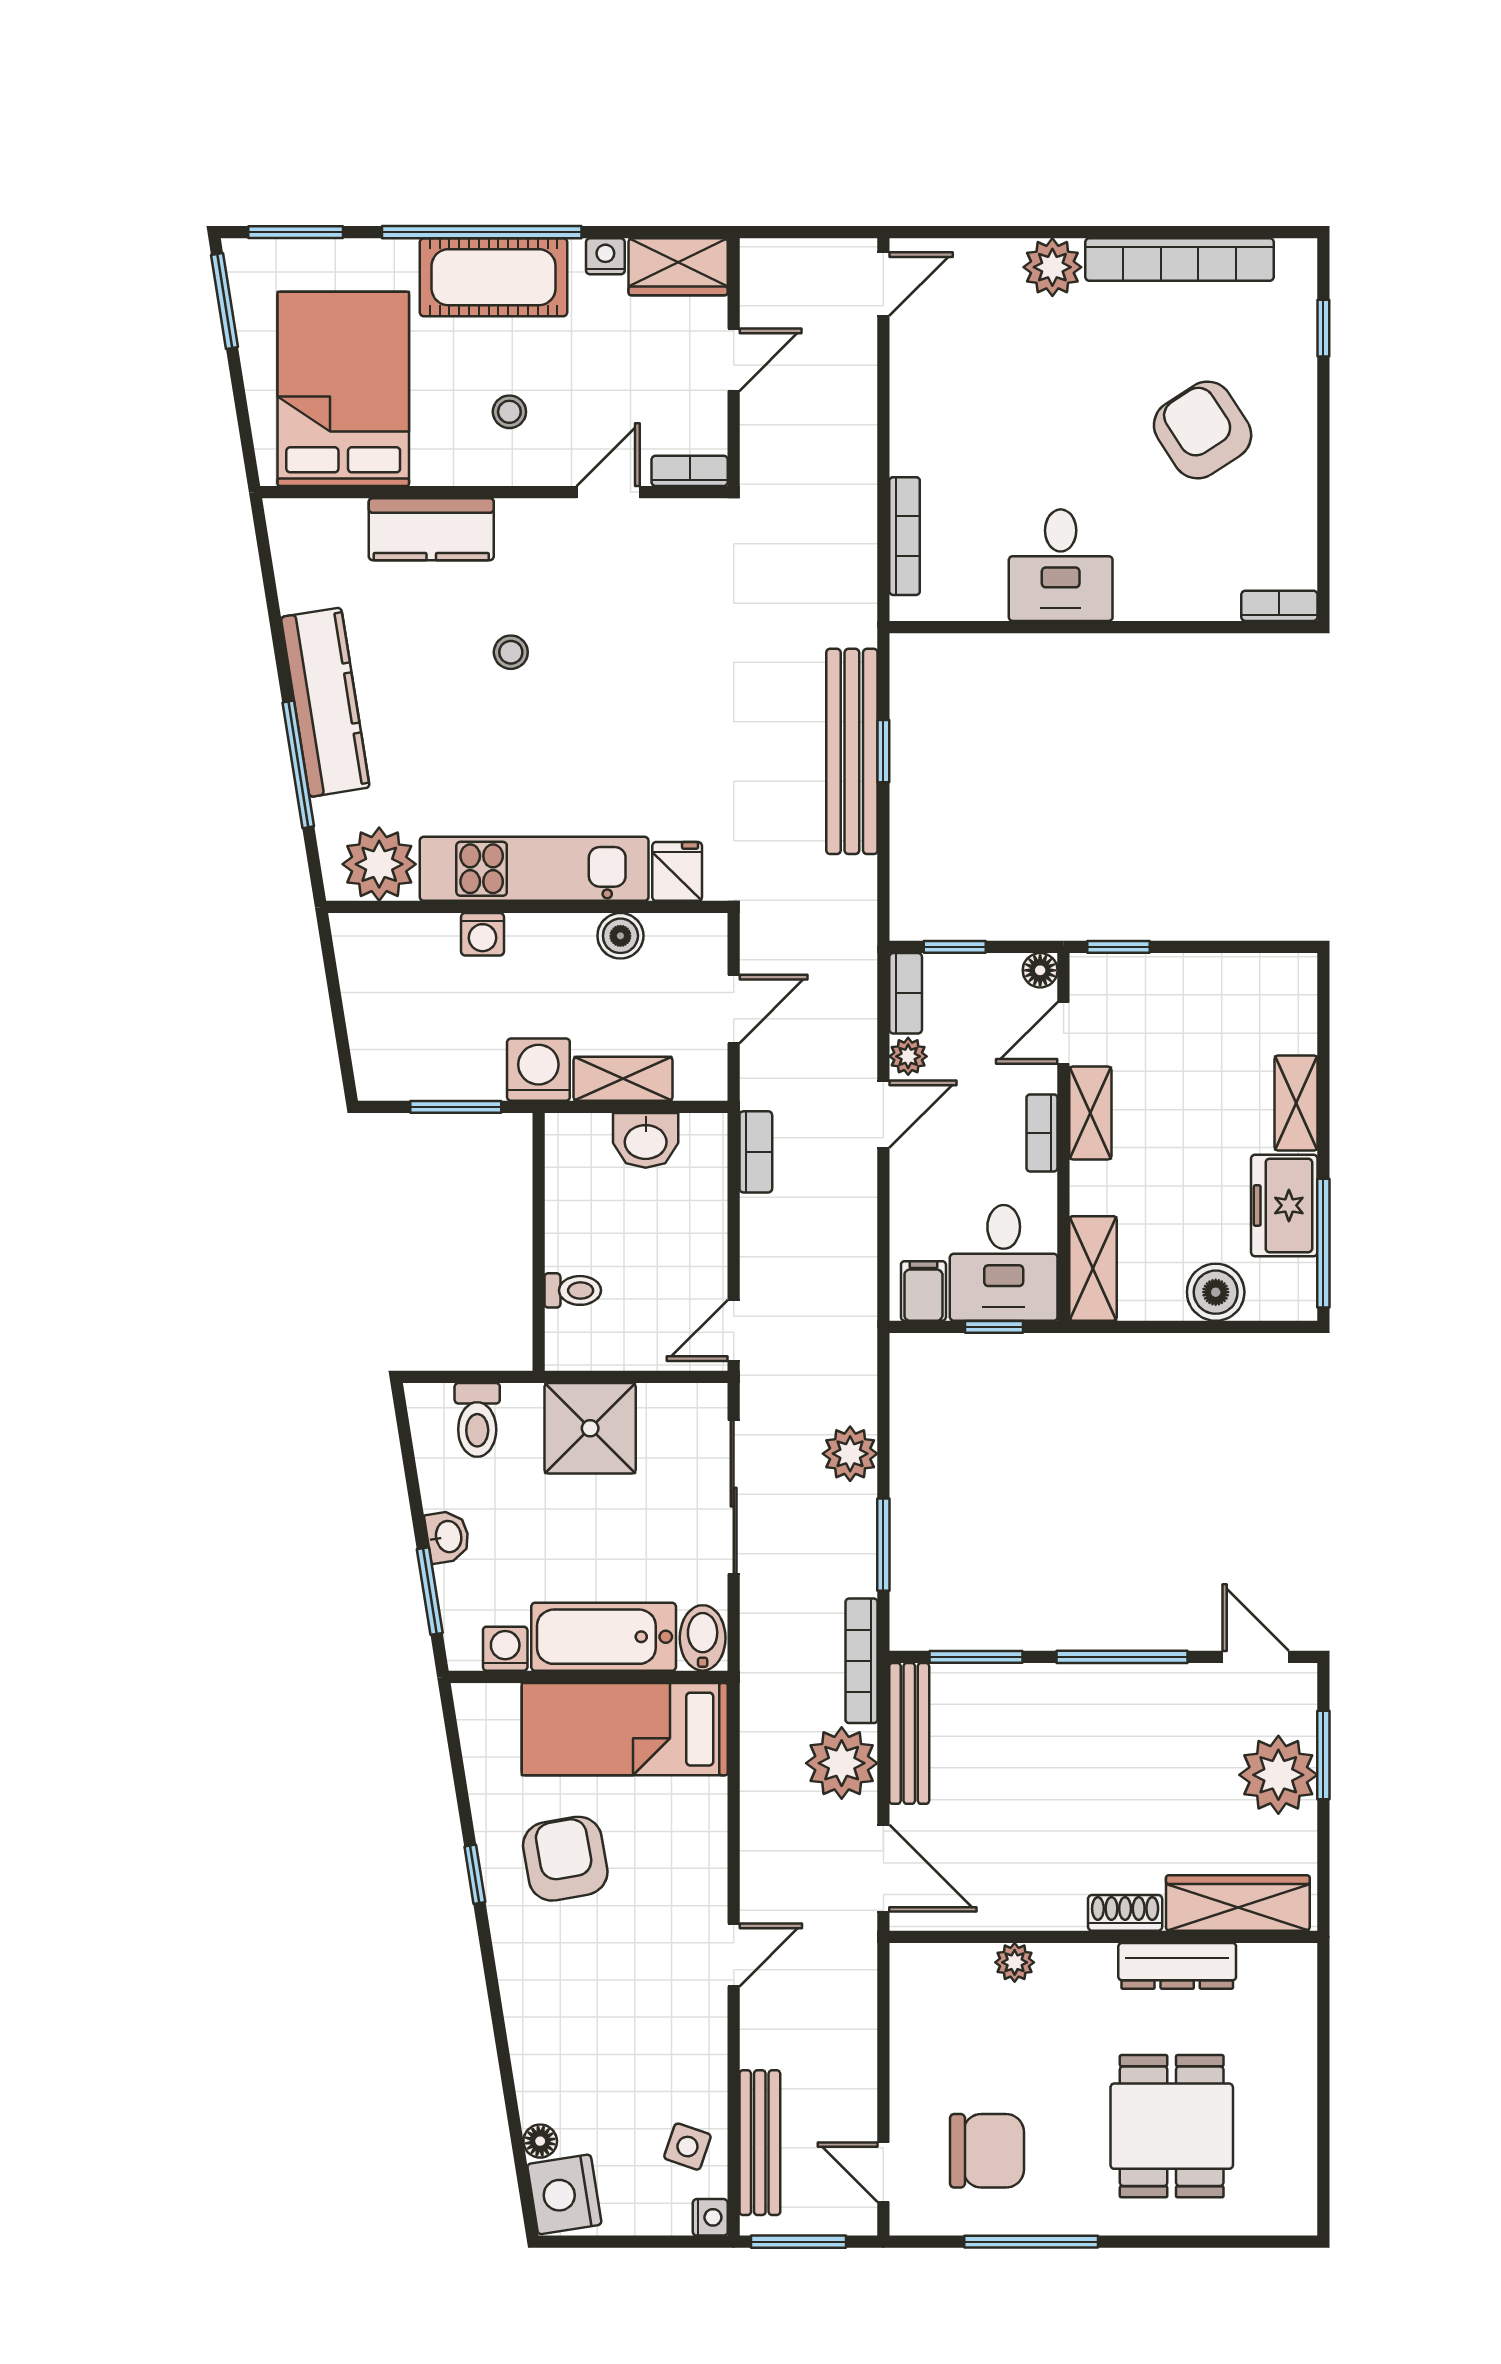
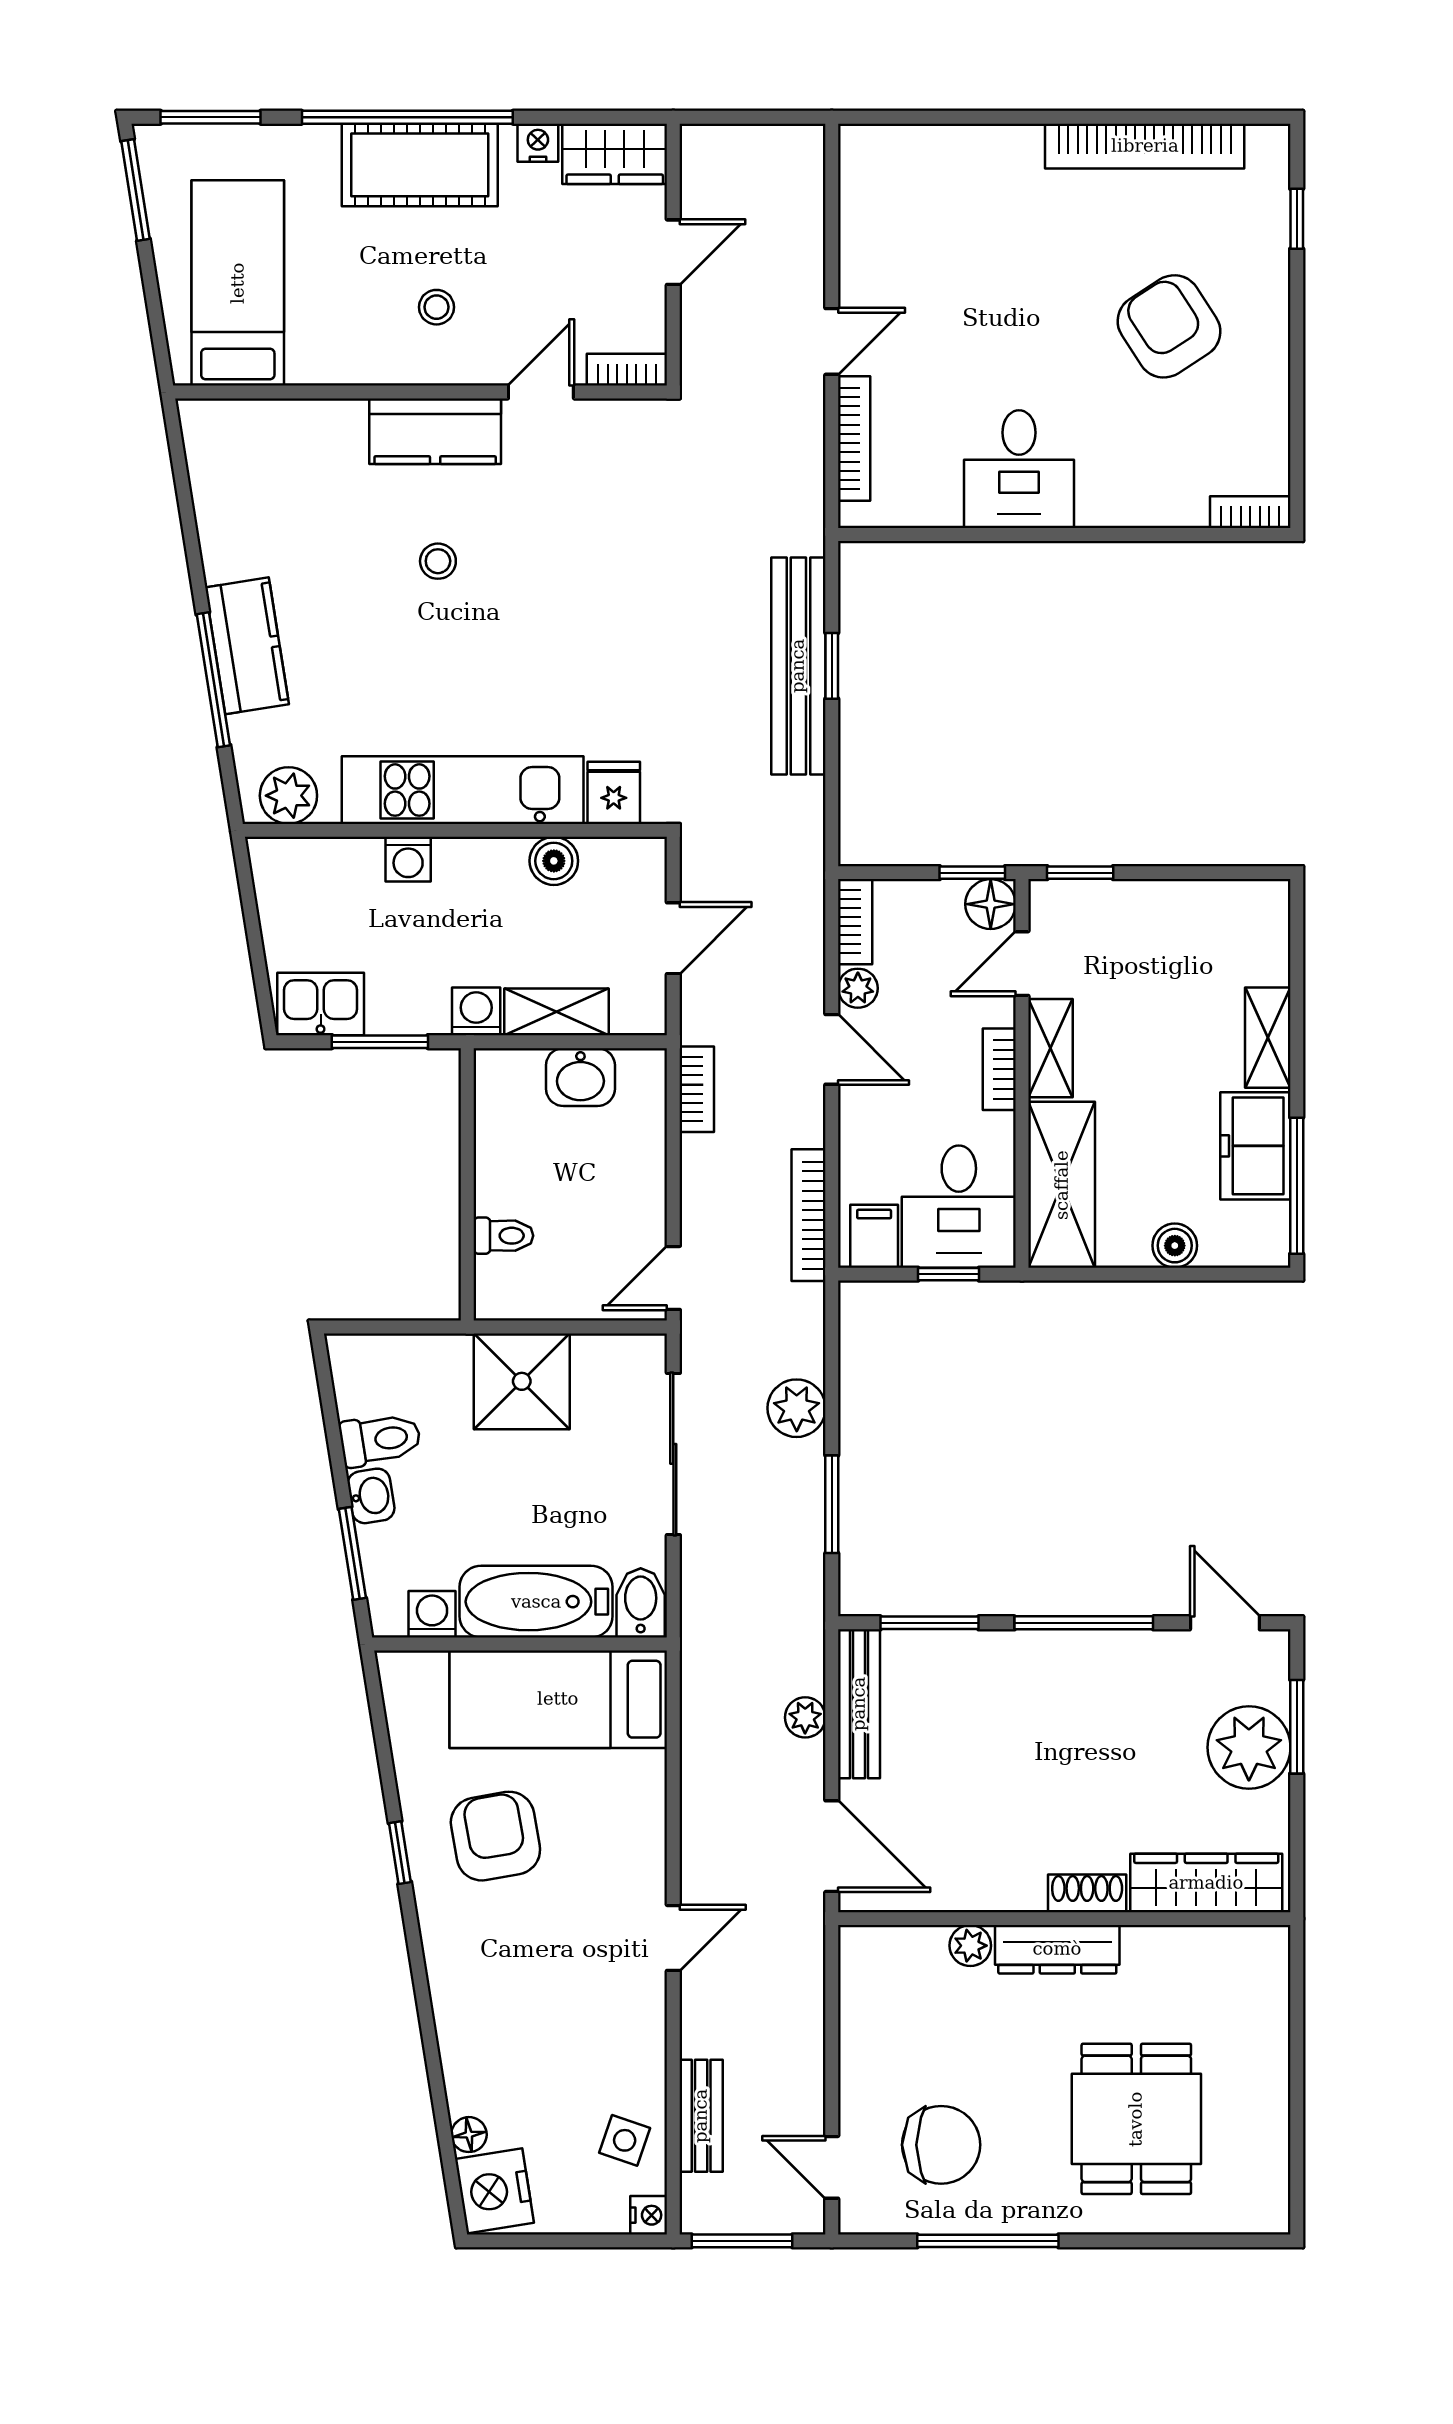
plant: (1052, 267) -> (1010, 154), removed
door: (883, 284) -> (832, 341), moved
bed: (343, 389) -> (238, 283), width x0.67
kitchen counter: (431, 529) -> (435, 431), moved
kitchen counter: (325, 702) -> (247, 646), width x0.67
plant: (379, 864) -> (288, 796), width x0.73, depth x0.73
window: (955, 947) -> (972, 873), moved
floor lamp: (1040, 970) -> (991, 904), width x1.37, depth x1.37
washing machine: (538, 1070) -> (476, 1011), width x0.73, depth x0.73
kitchen sink: (400, 1071) -> (321, 1004), added
door: (883, 1114) -> (832, 1049), hinge flipped
shelving: (1093, 1268) -> (1062, 1185), width x1.50, depth x1.33
boiler: (1216, 1292) -> (1175, 1246), width x0.73, depth x0.73
toilet: (477, 1420) -> (380, 1440), moved, turned -99
bookcase: (862, 1661) -> (809, 1215), moved
plant: (842, 1763) -> (805, 1717), width x0.53, depth x0.53
dresser: (1177, 1966) -> (1057, 1949), moved
bench: (760, 2143) -> (701, 2116), width x0.73

